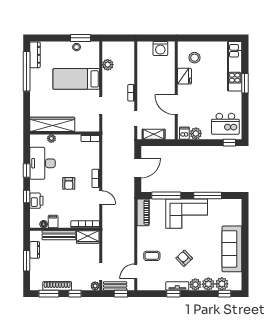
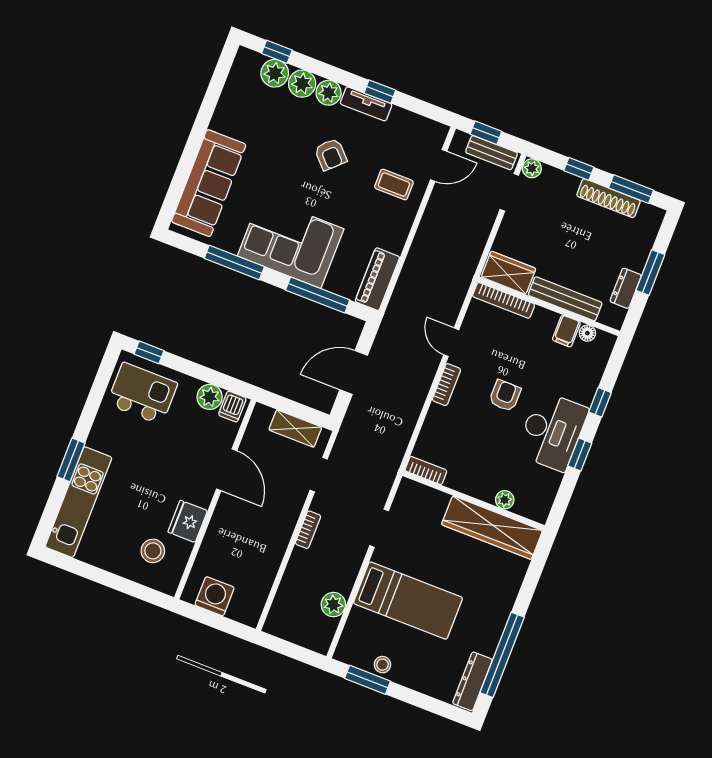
desk: (43, 163) -> (552, 431), moved
printer: (36, 201) -> (584, 386), removed
sofa: (232, 249) -> (209, 183), moved

